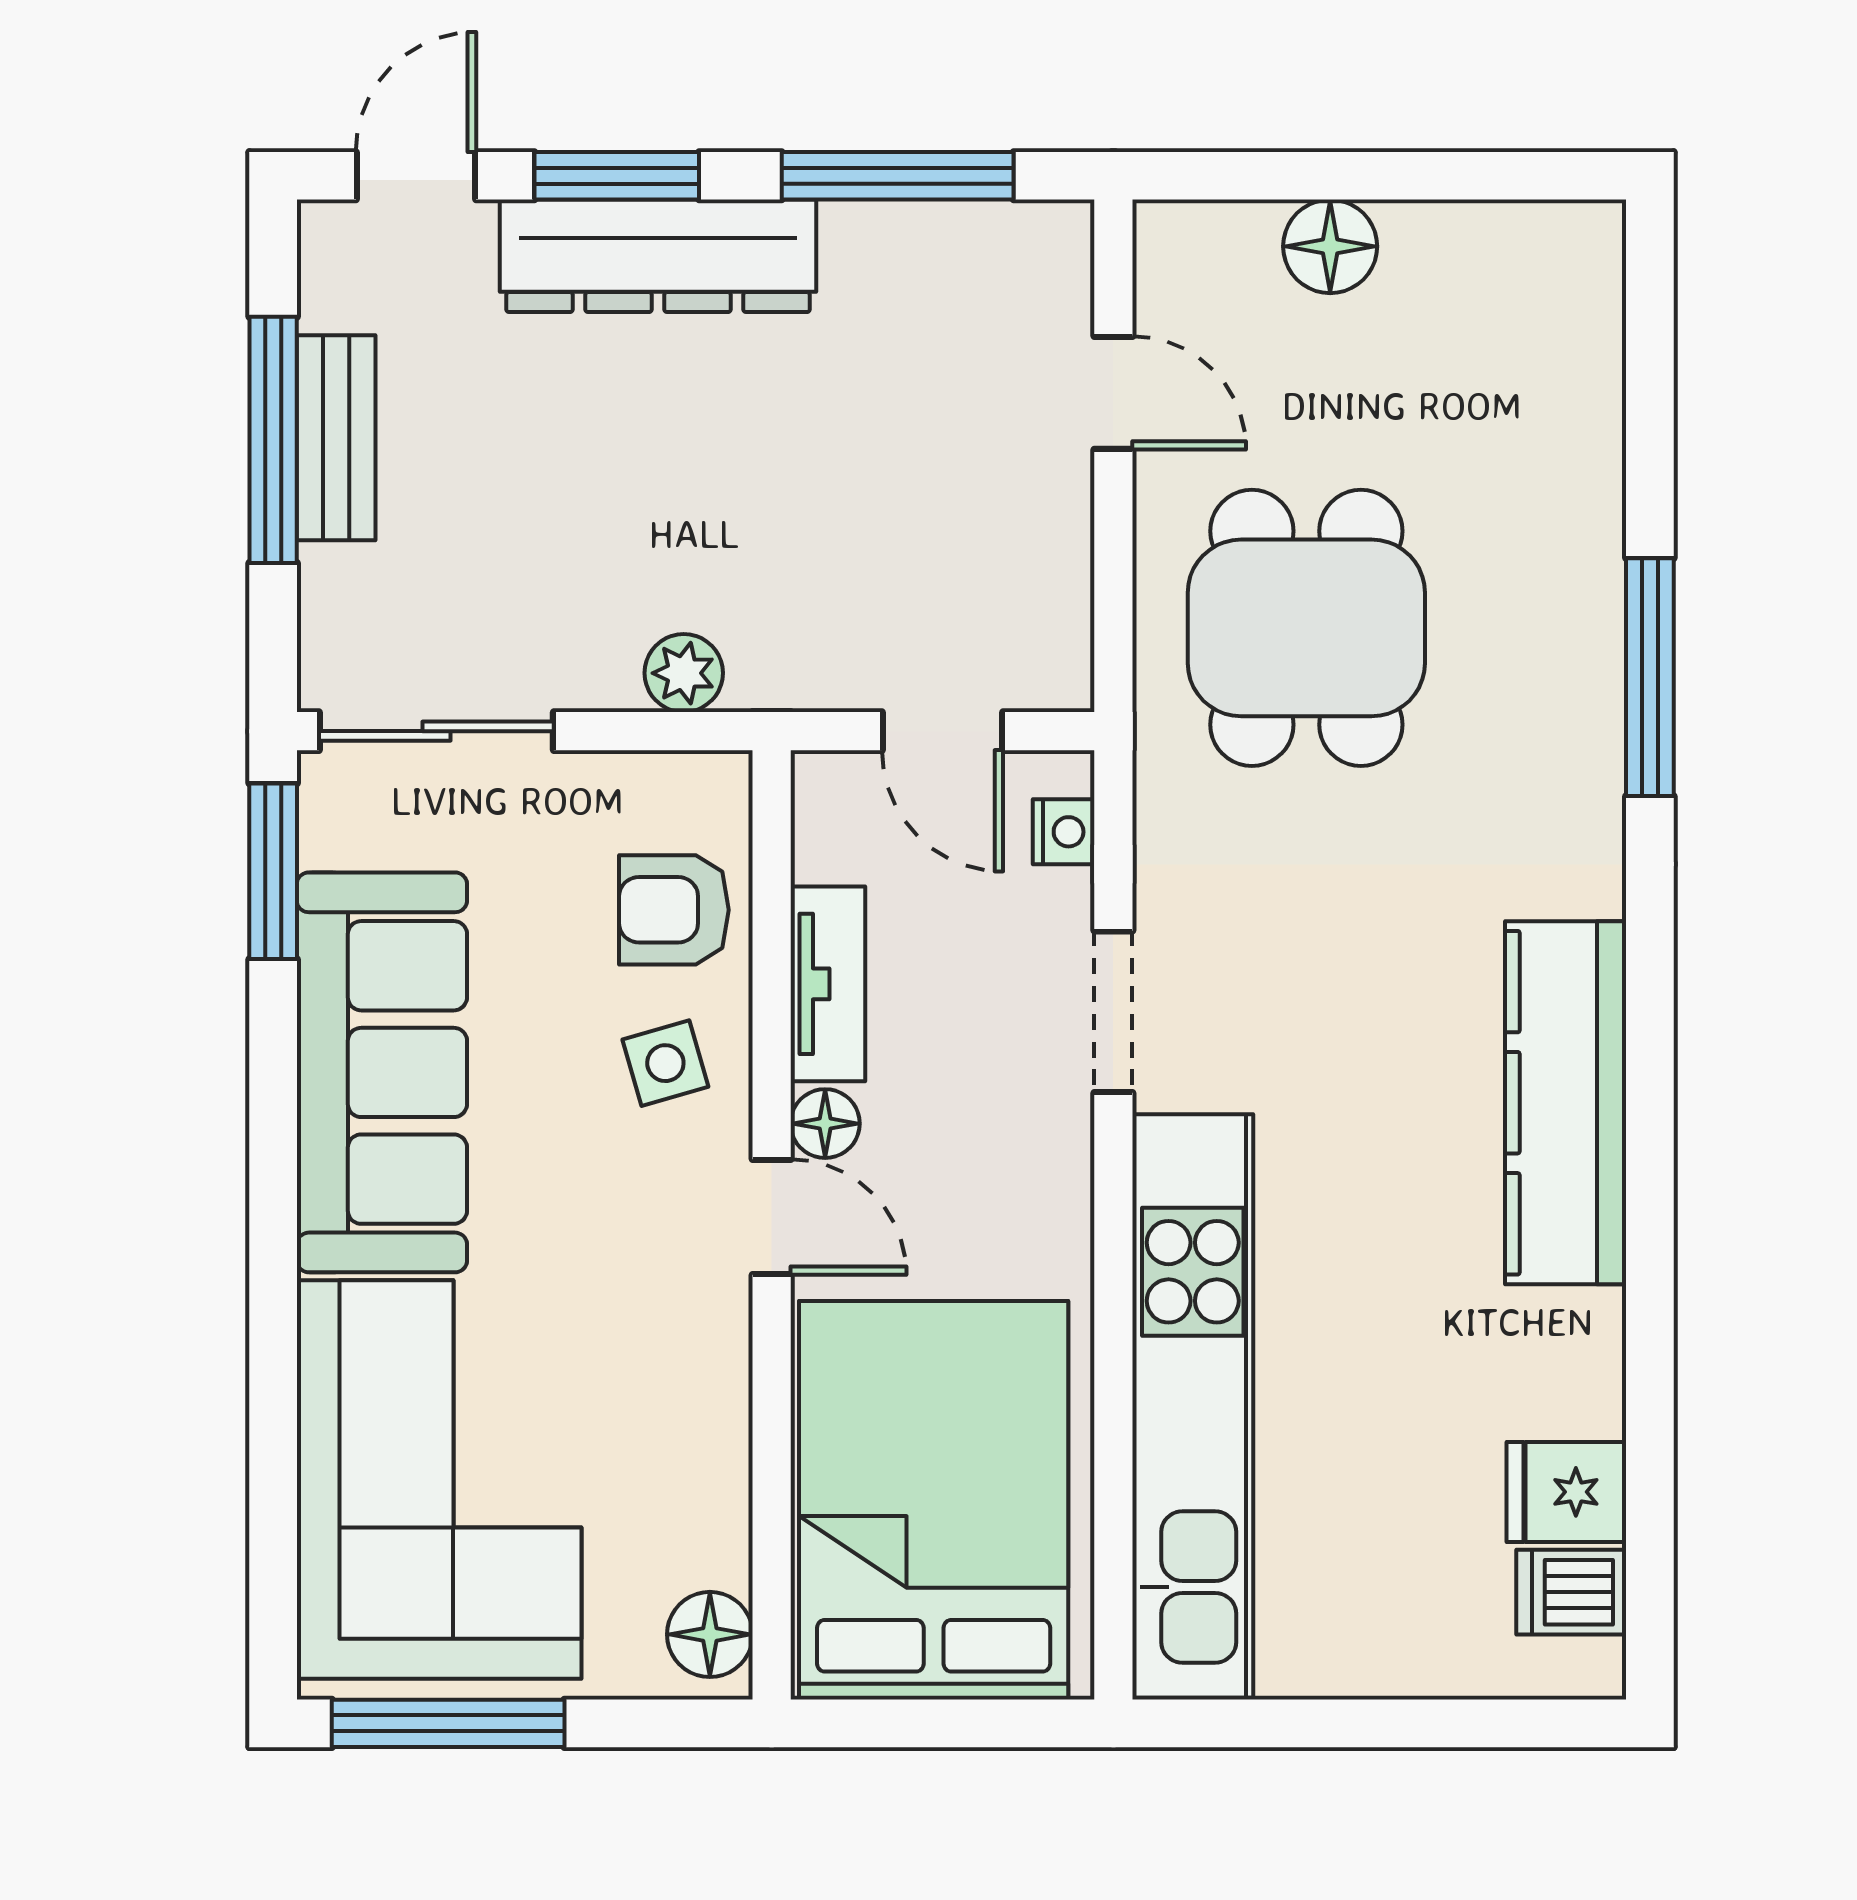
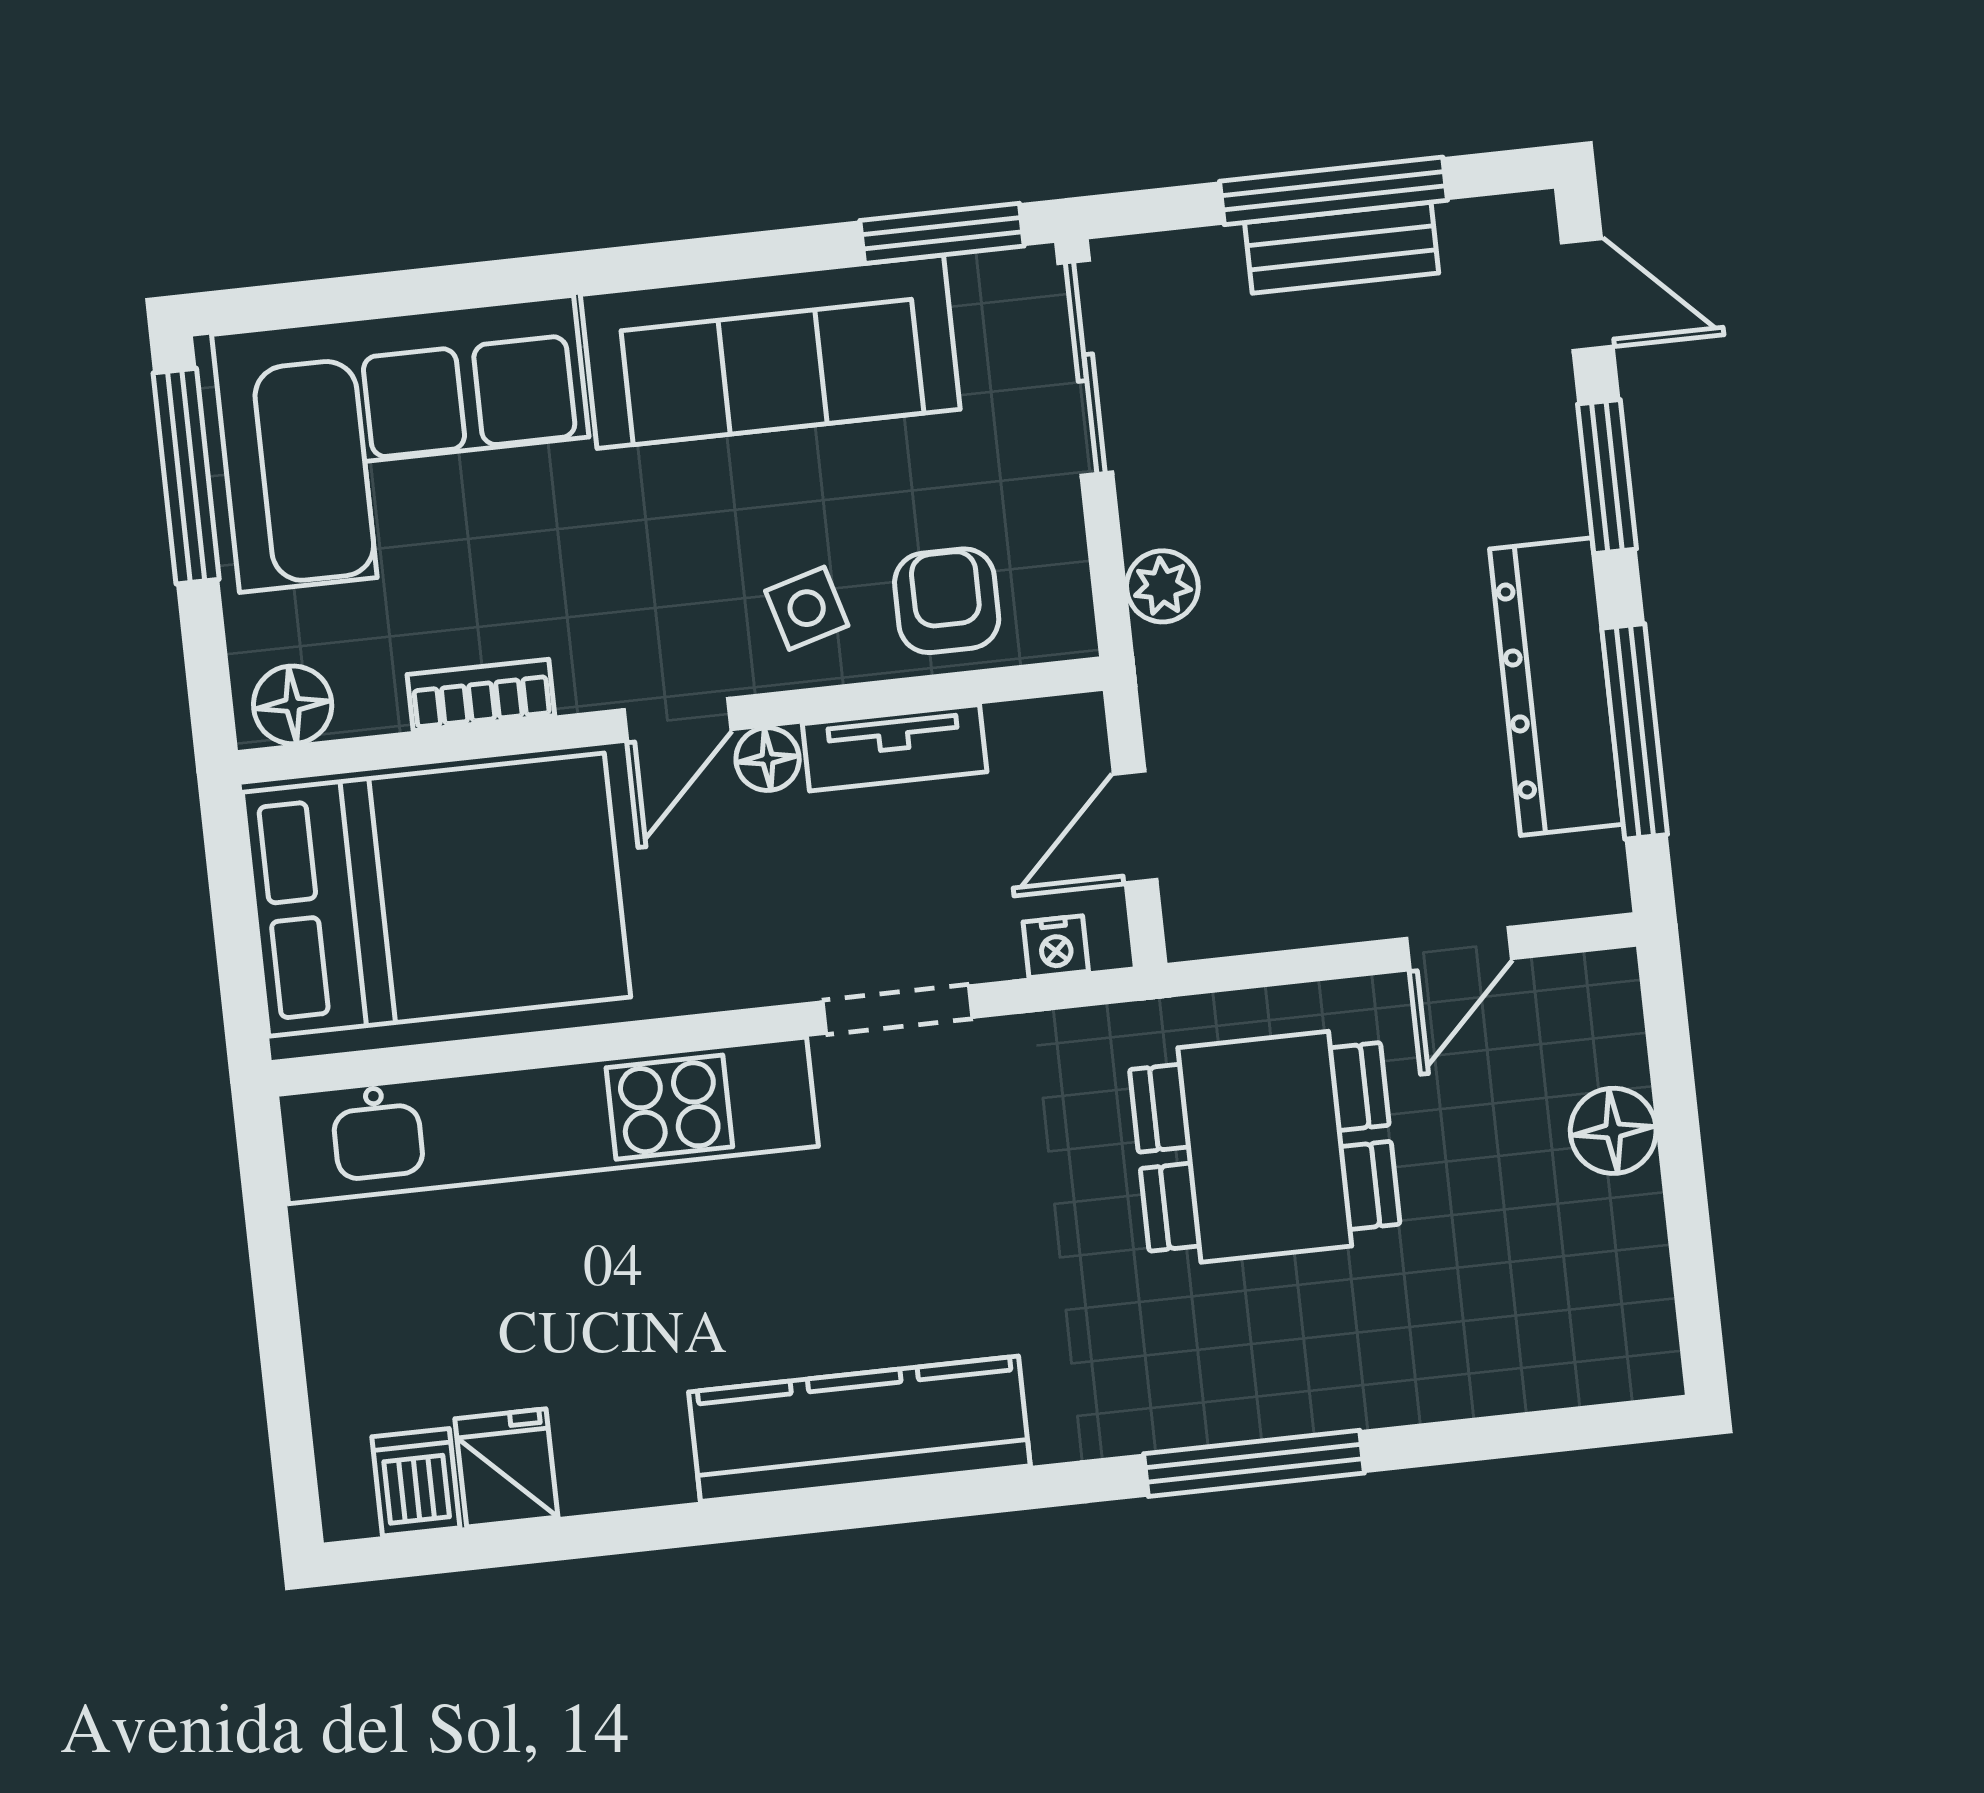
dresser: (658, 256) -> (1556, 687), moved
bookcase: (721, 1428) -> (481, 695), added

